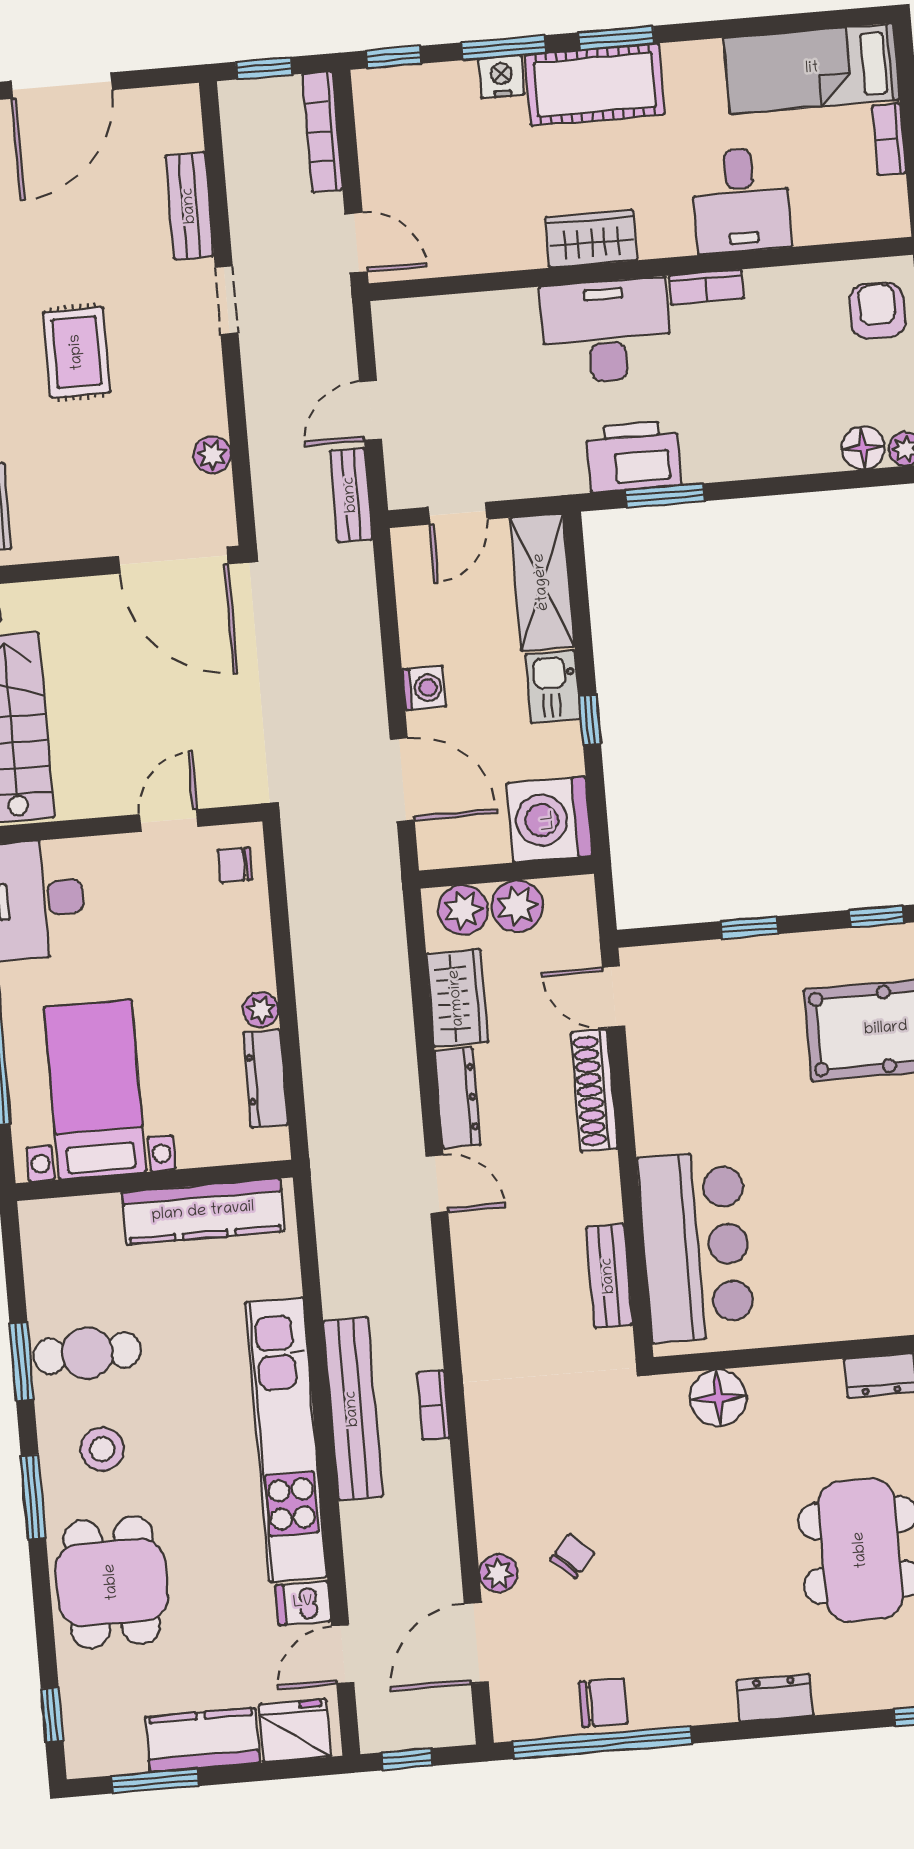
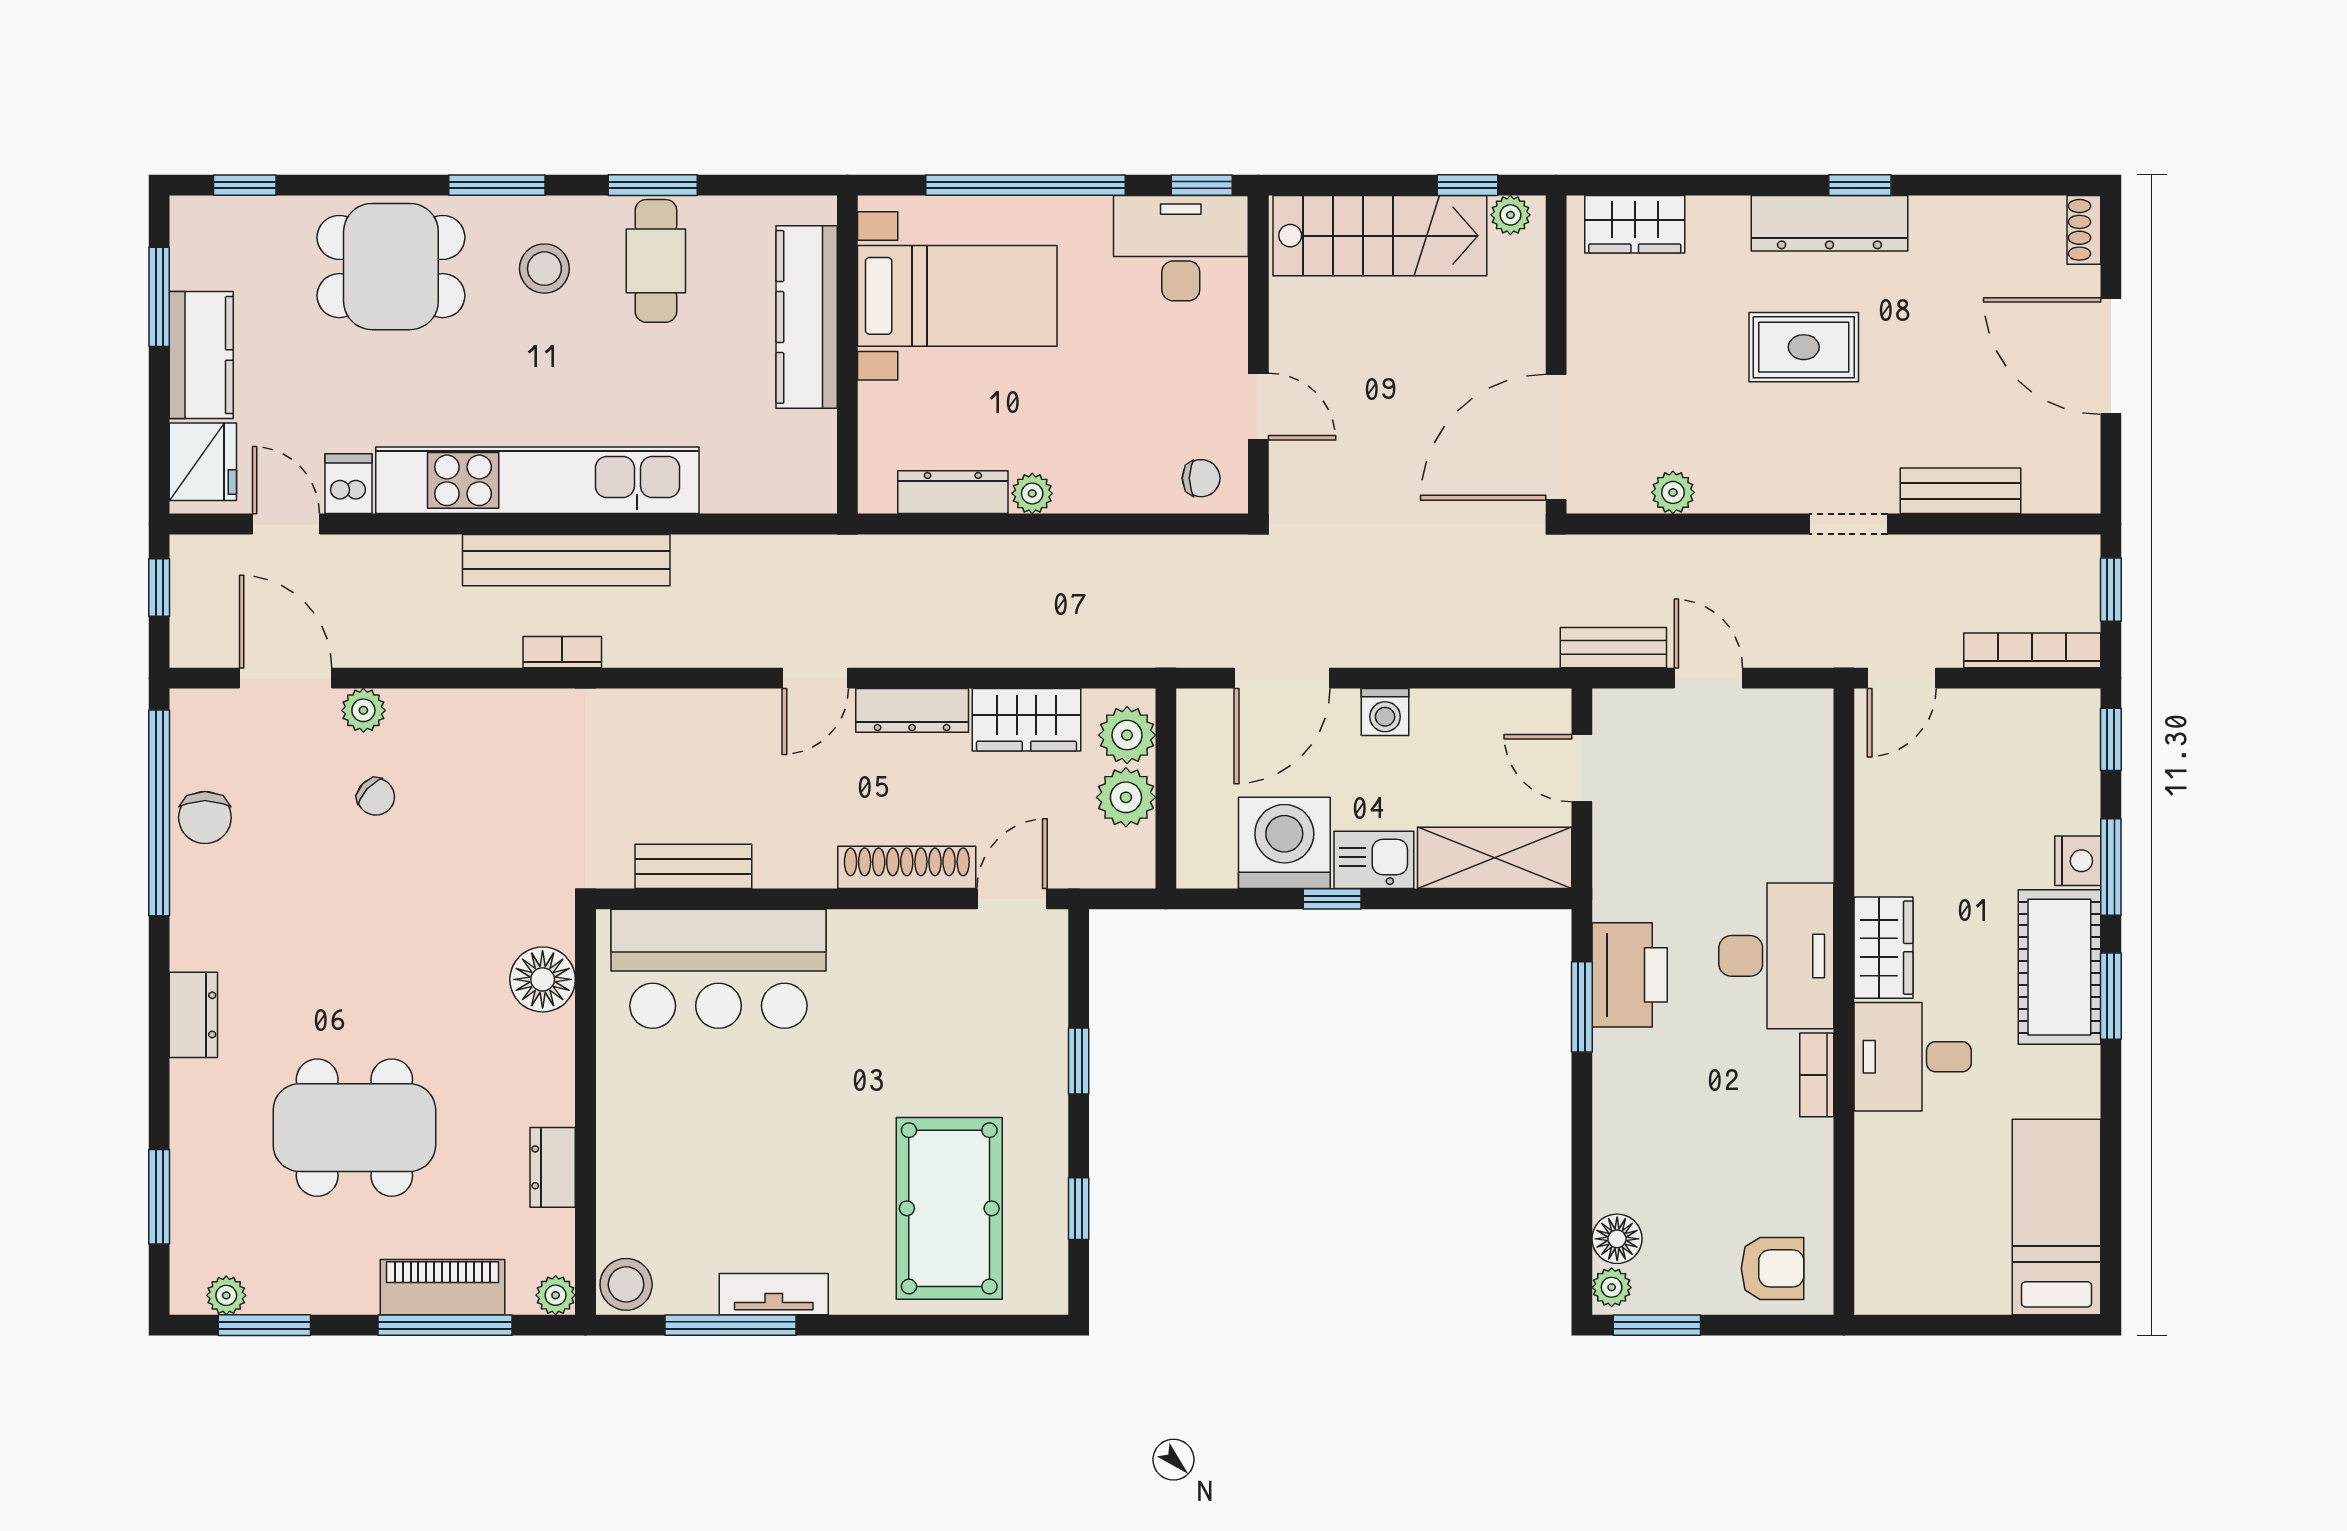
bookcase: (889, 139) -> (1968, 1299), removed
desk: (741, 200) -> (1913, 1057), moved
washing machine: (549, 820) -> (1284, 843), moved
chair: (235, 865) -> (1201, 478), turned 90
kitchen counter: (203, 1212) -> (807, 317), moved

